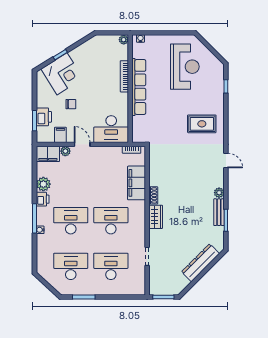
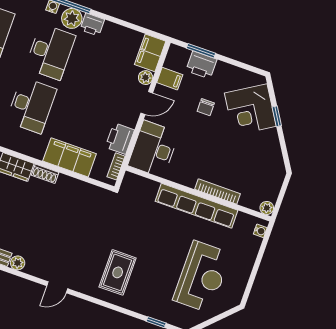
reception desk: (185, 67) -> (202, 277), turned -90
printer: (112, 154) -> (120, 139), added
plant: (43, 184) -> (72, 18), moved

